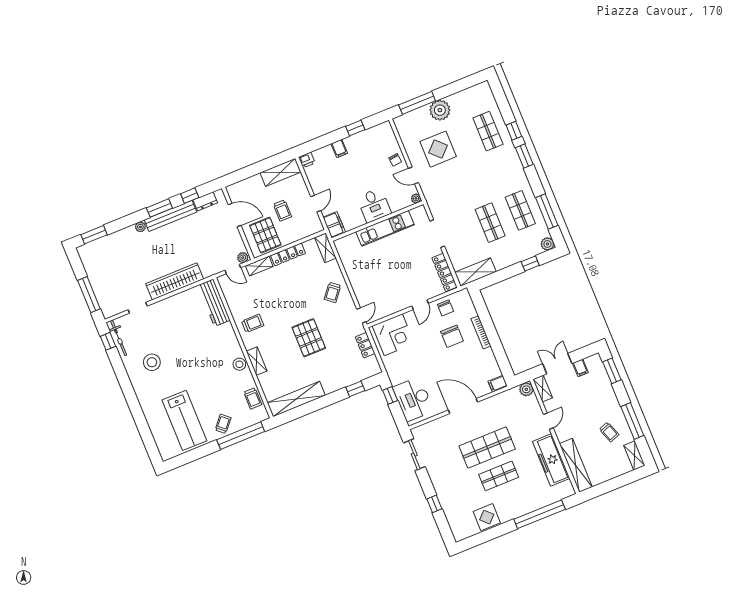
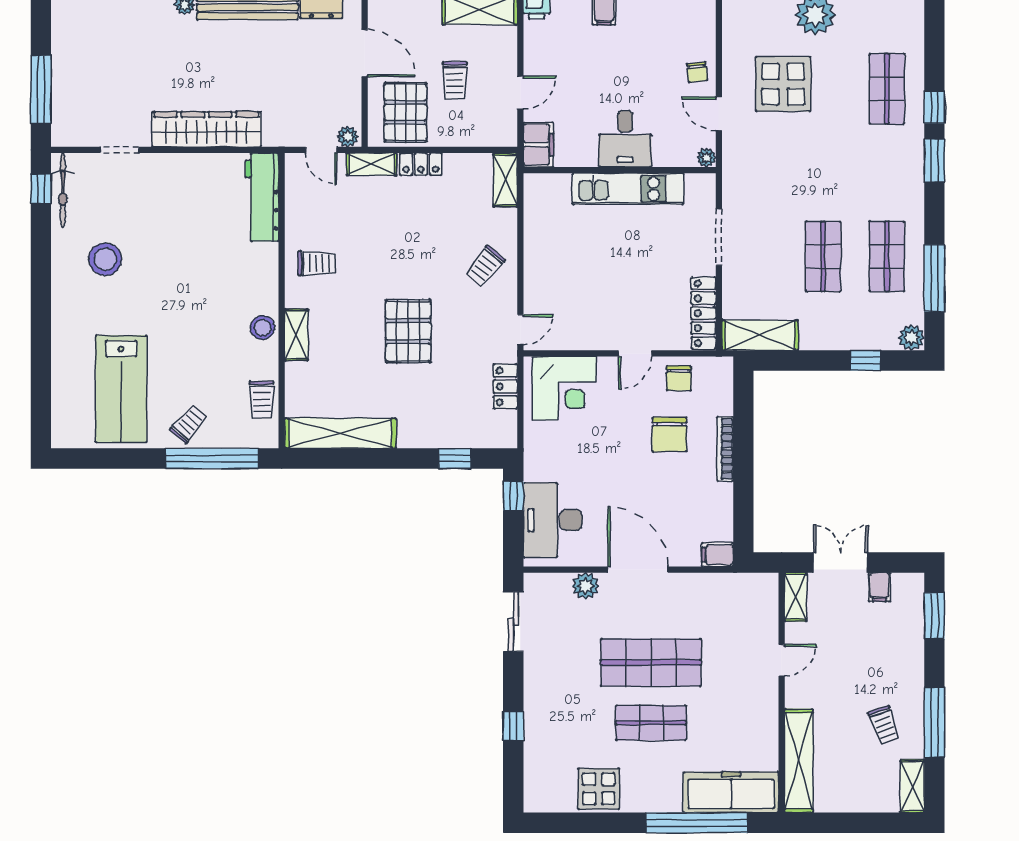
locker: (288, 254) -> (421, 164), width x0.66
plant: (526, 389) -> (586, 586), moved
freezer: (551, 460) -> (731, 792), moved, turned 90

